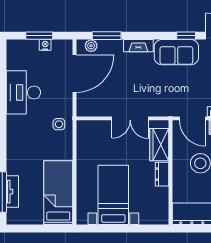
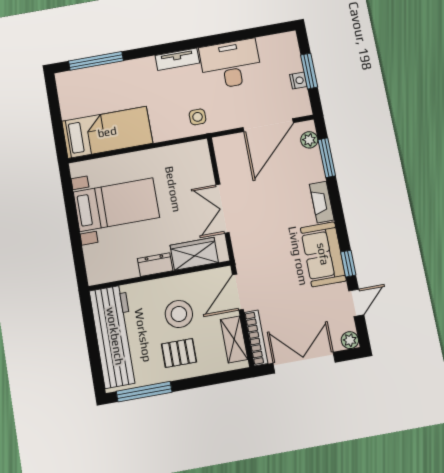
door: (75, 74) -> (268, 125), hinge flipped
tv unit: (12, 192) -> (177, 59), moved

